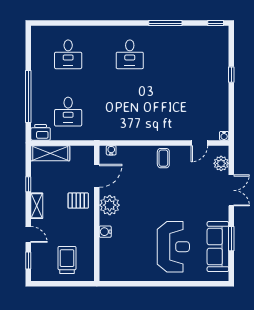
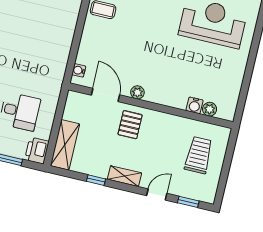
plant: (110, 205) -> (137, 92), width x0.53, depth x0.53
water cooler: (105, 232) -> (195, 105), moved
trolley: (67, 260) -> (199, 155), turned 90
plant: (105, 260) -> (210, 109), added

